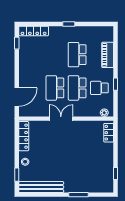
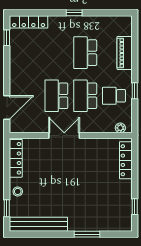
locker: (109, 133) -> (126, 160), width x1.53

